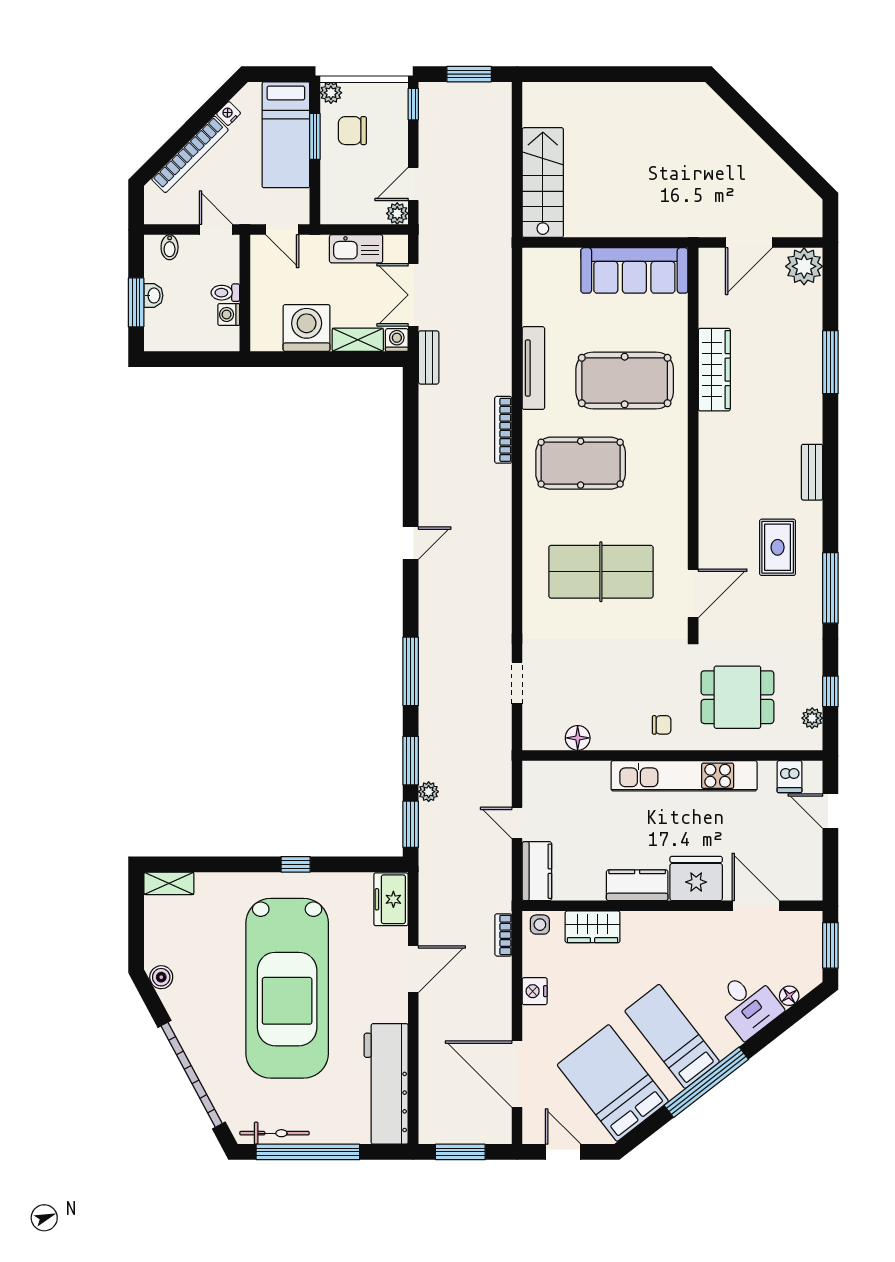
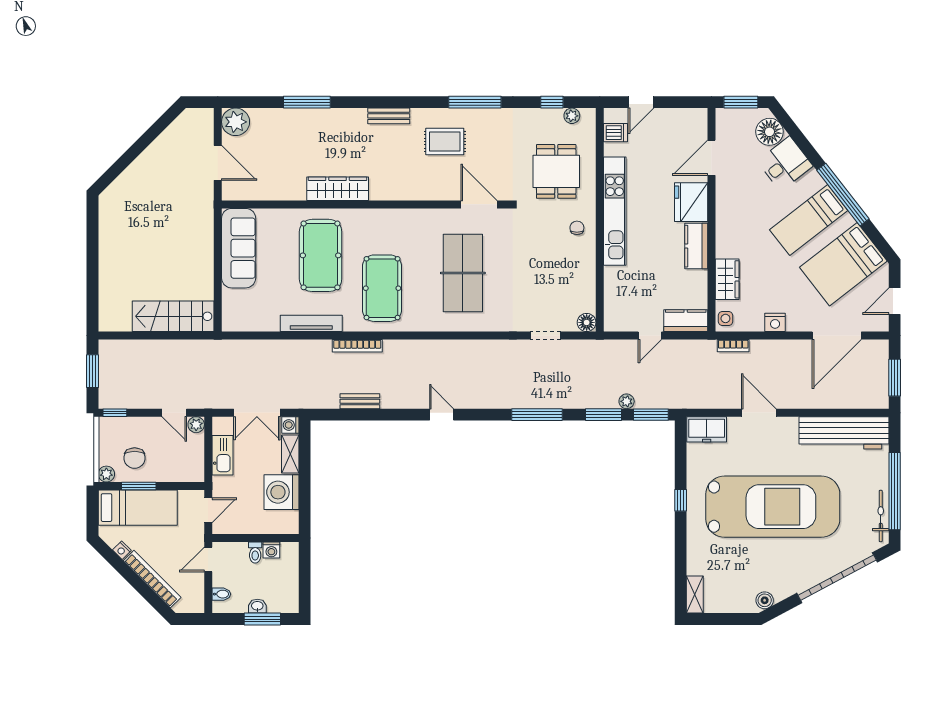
bench: (429, 357) -> (360, 401), moved
wardrobe: (714, 370) -> (338, 189), moved
floor lamp: (578, 738) -> (587, 322), moved
floor lamp: (789, 996) -> (769, 132), width x1.89, depth x1.89

